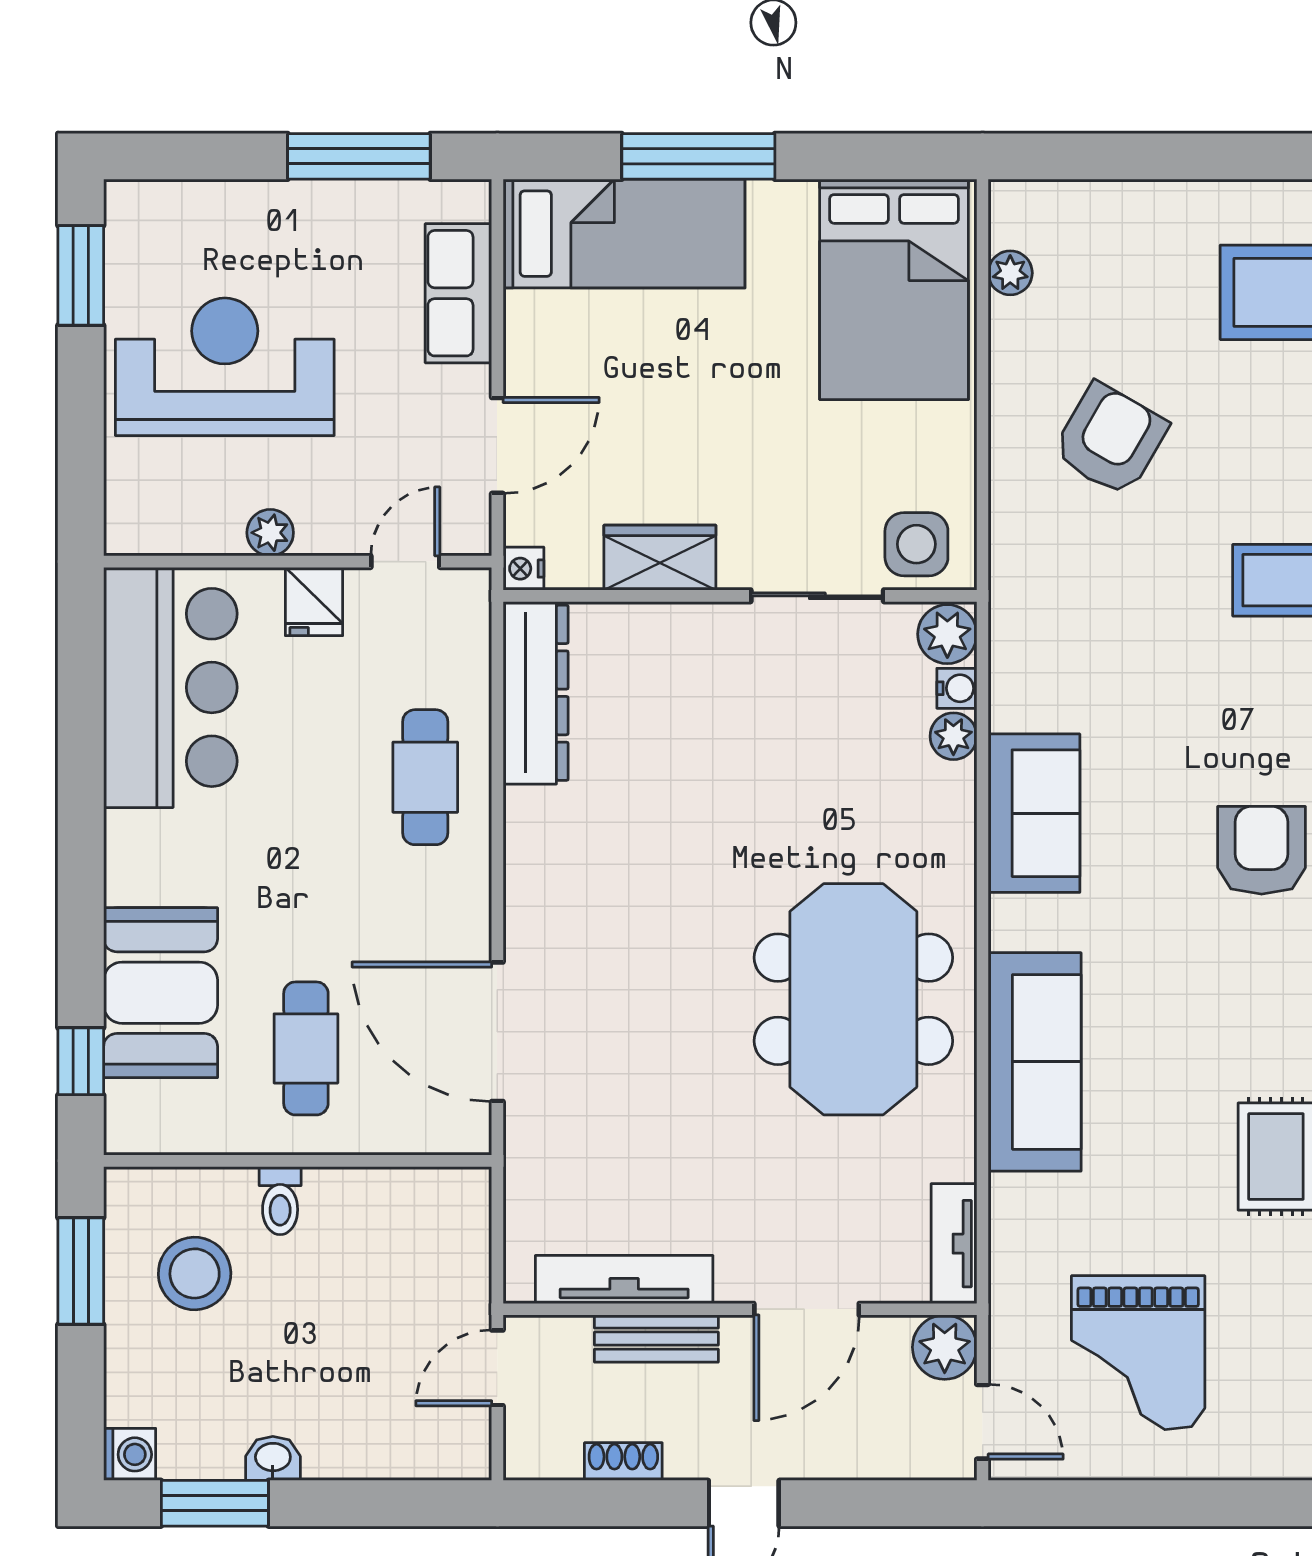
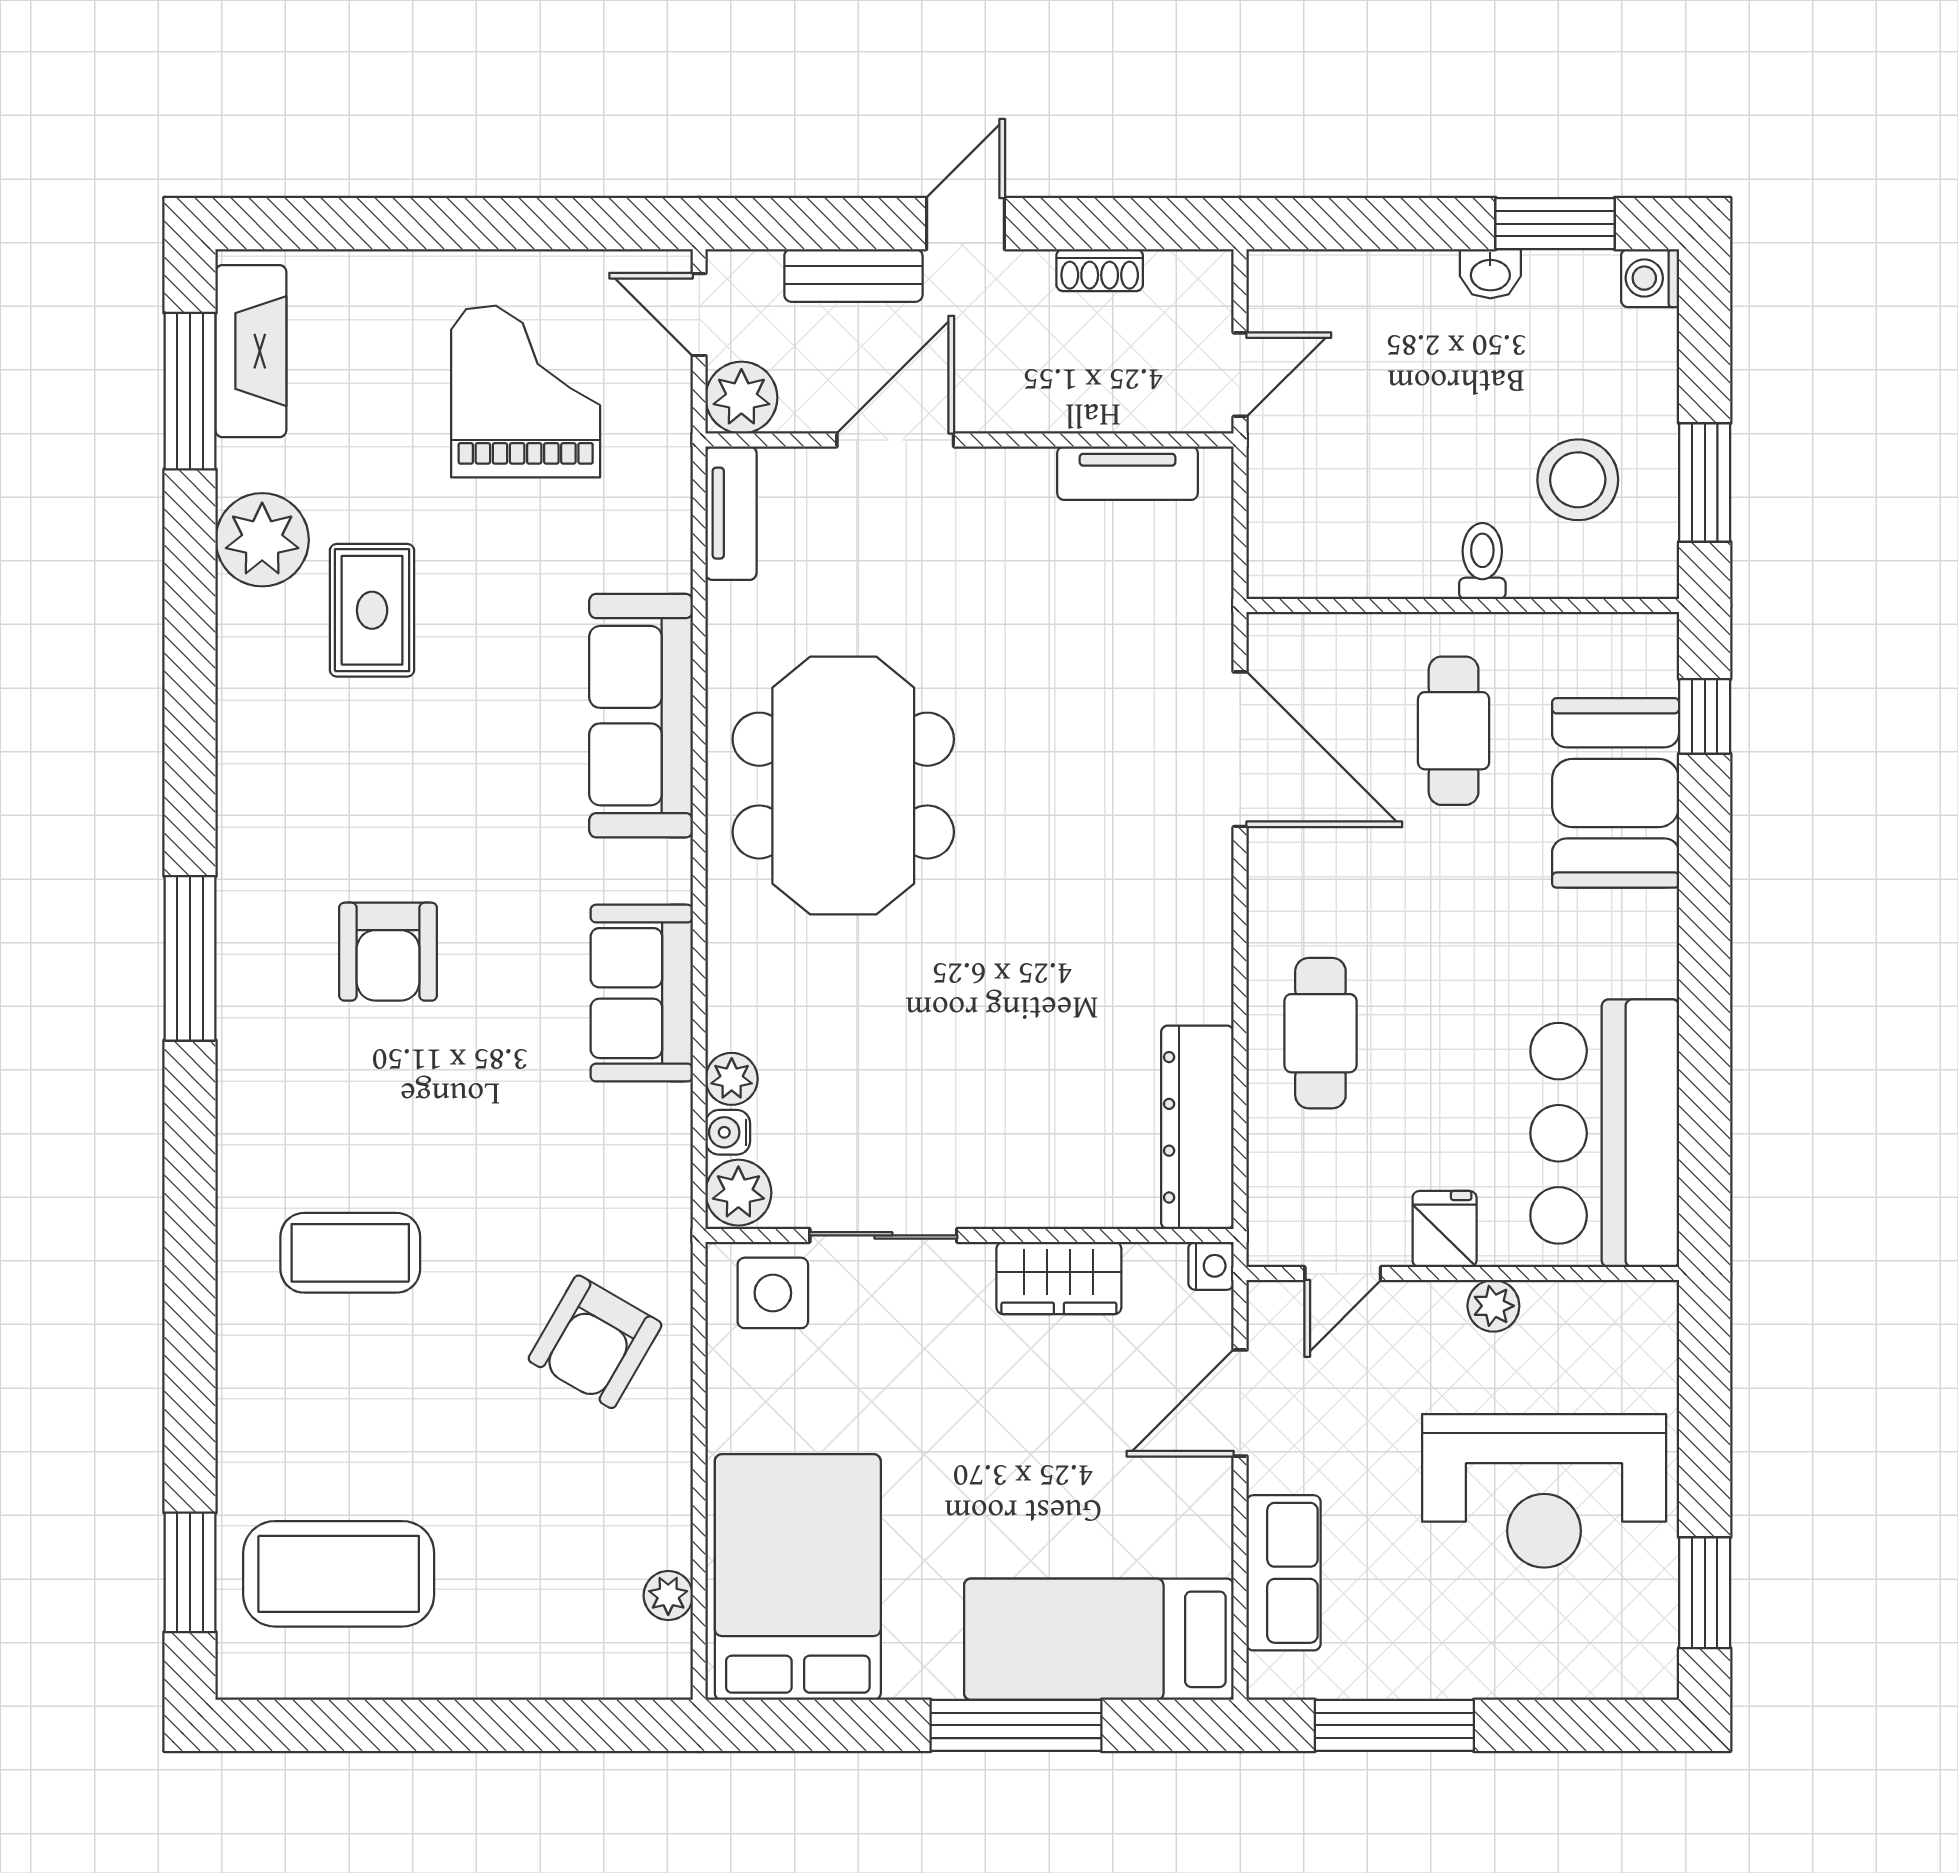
armchair: (1110, 440) -> (595, 1342), moved
tv unit: (624, 1279) -> (1128, 473), width x0.71
bench: (656, 1339) -> (853, 275), moved

